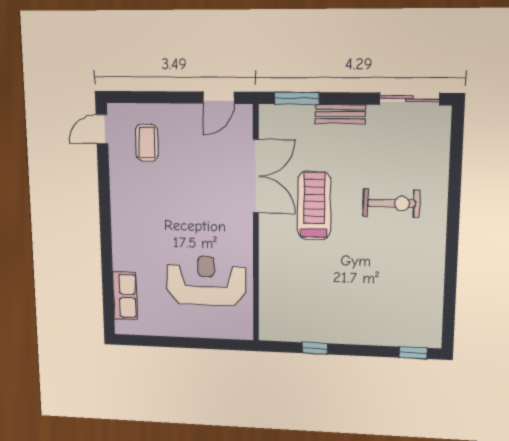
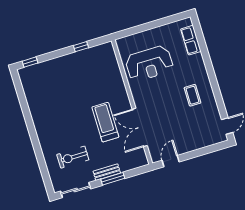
window: (297, 98) -> (113, 179), moved
coffee table: (147, 143) -> (192, 95), moved
exercise bike: (391, 203) -> (73, 157), moved
treadmill: (314, 206) -> (105, 122), turned 180

